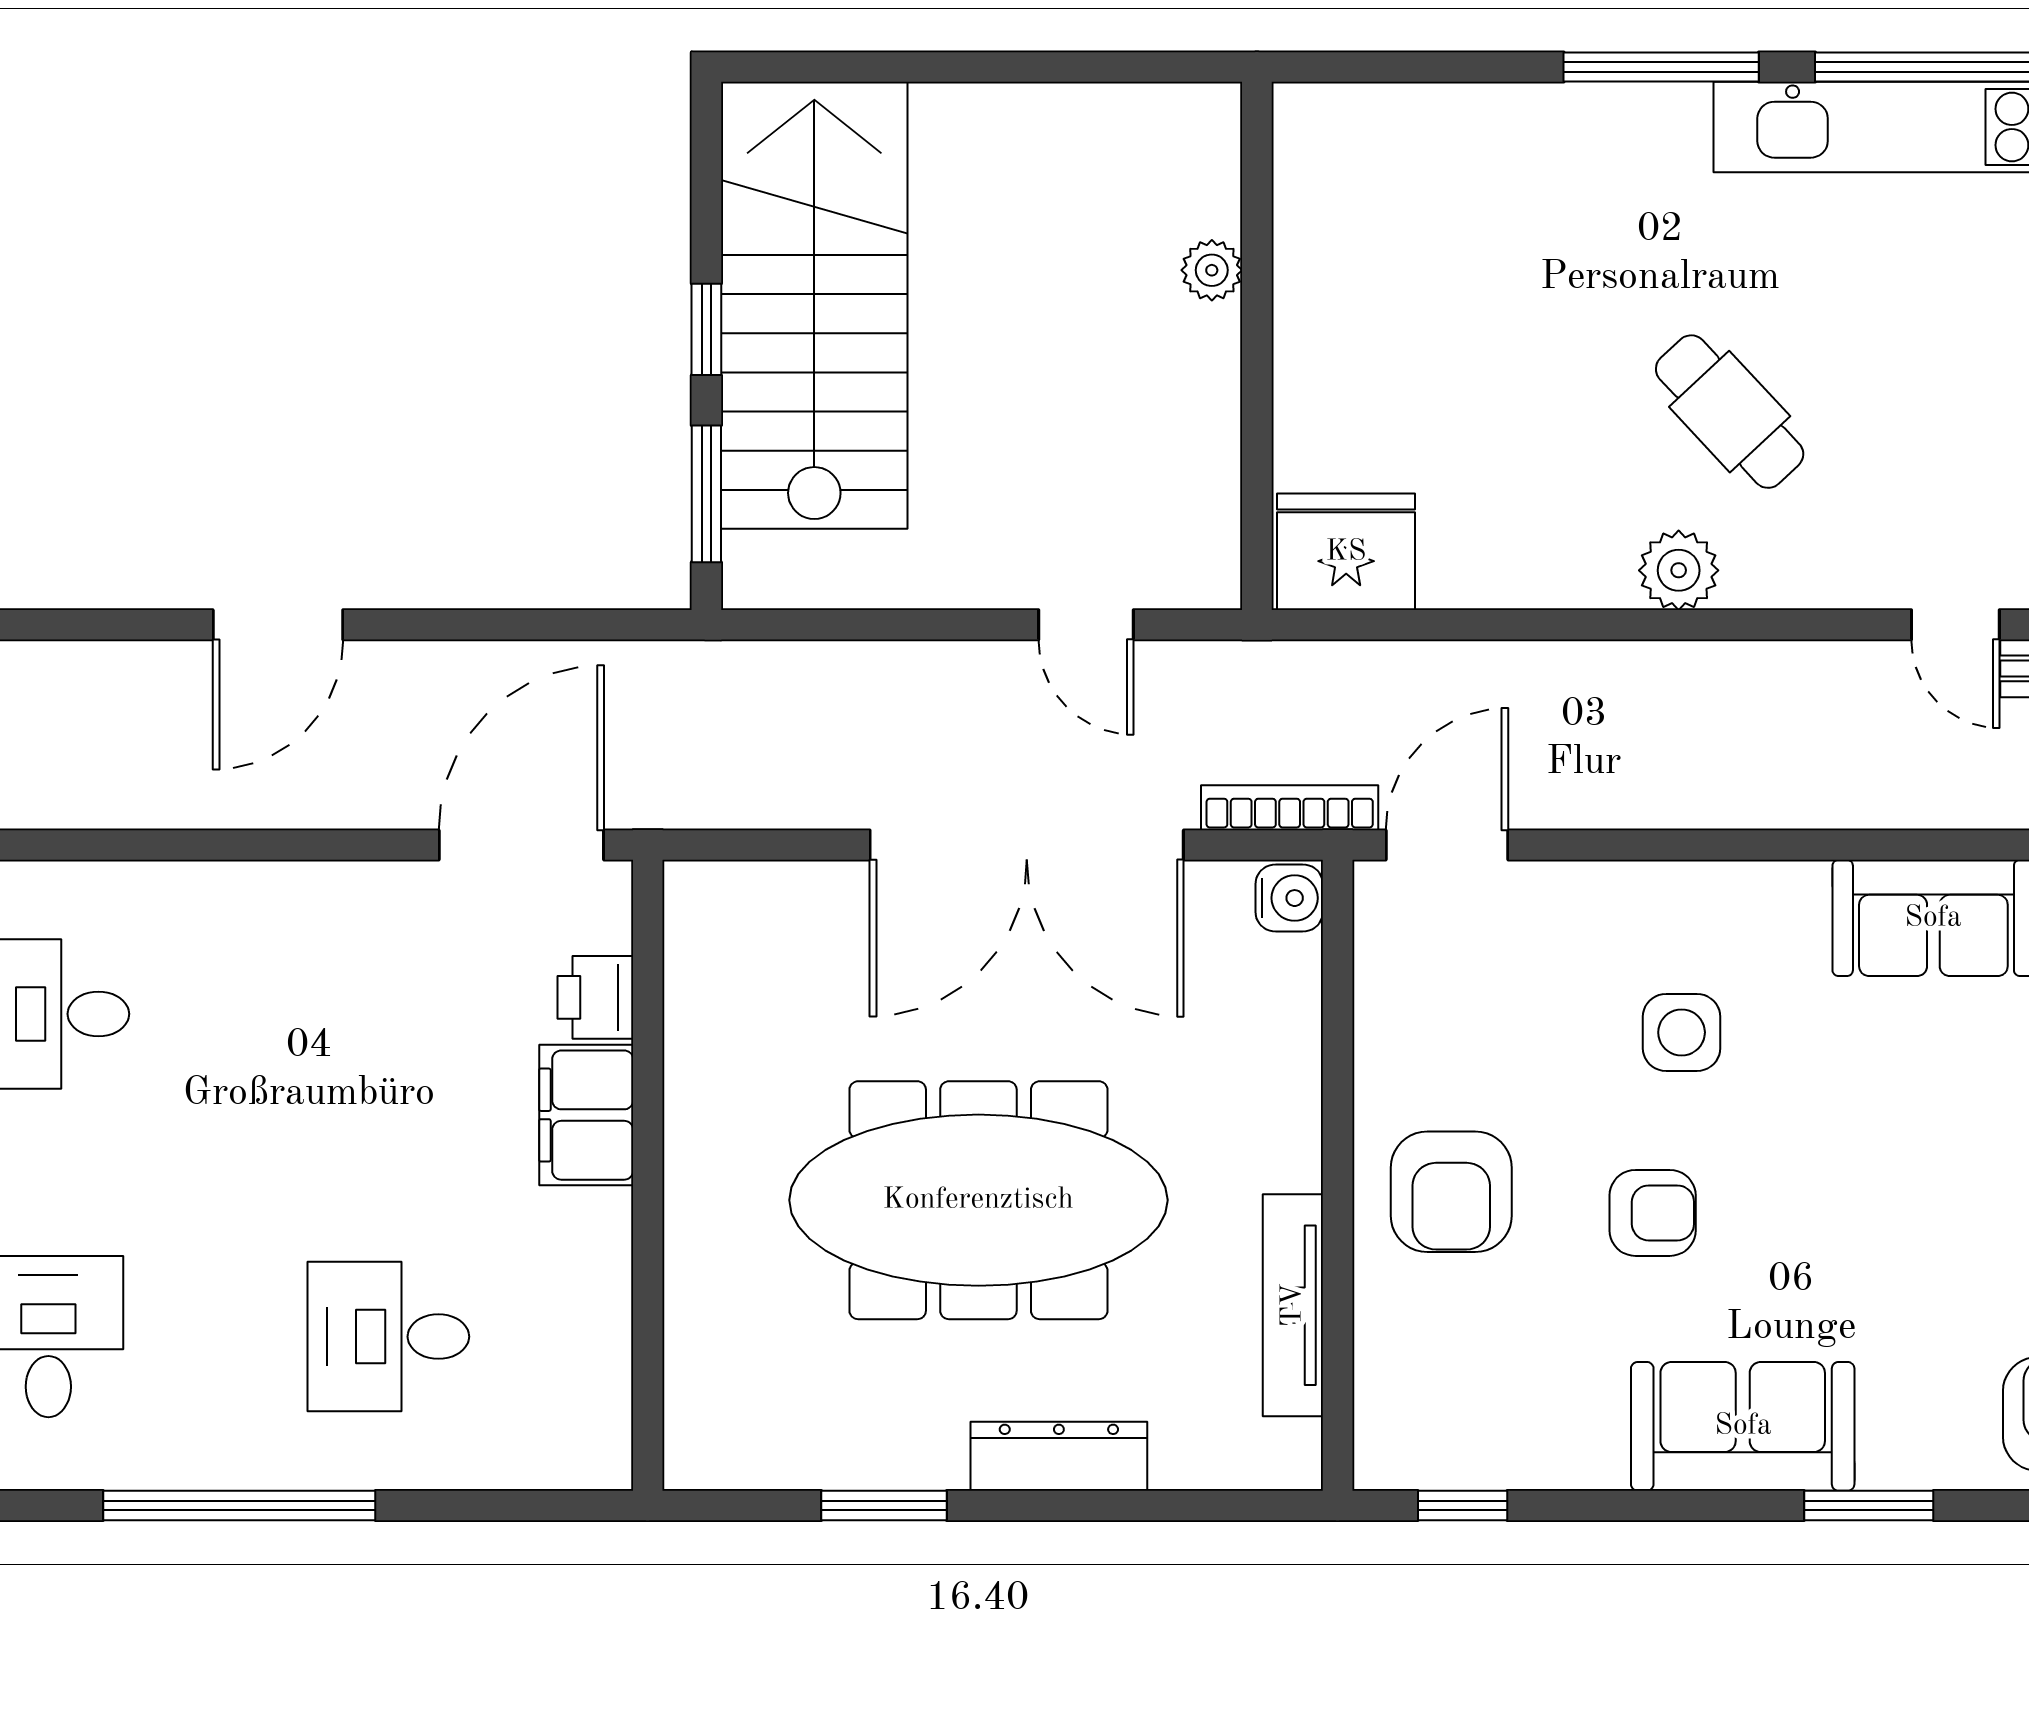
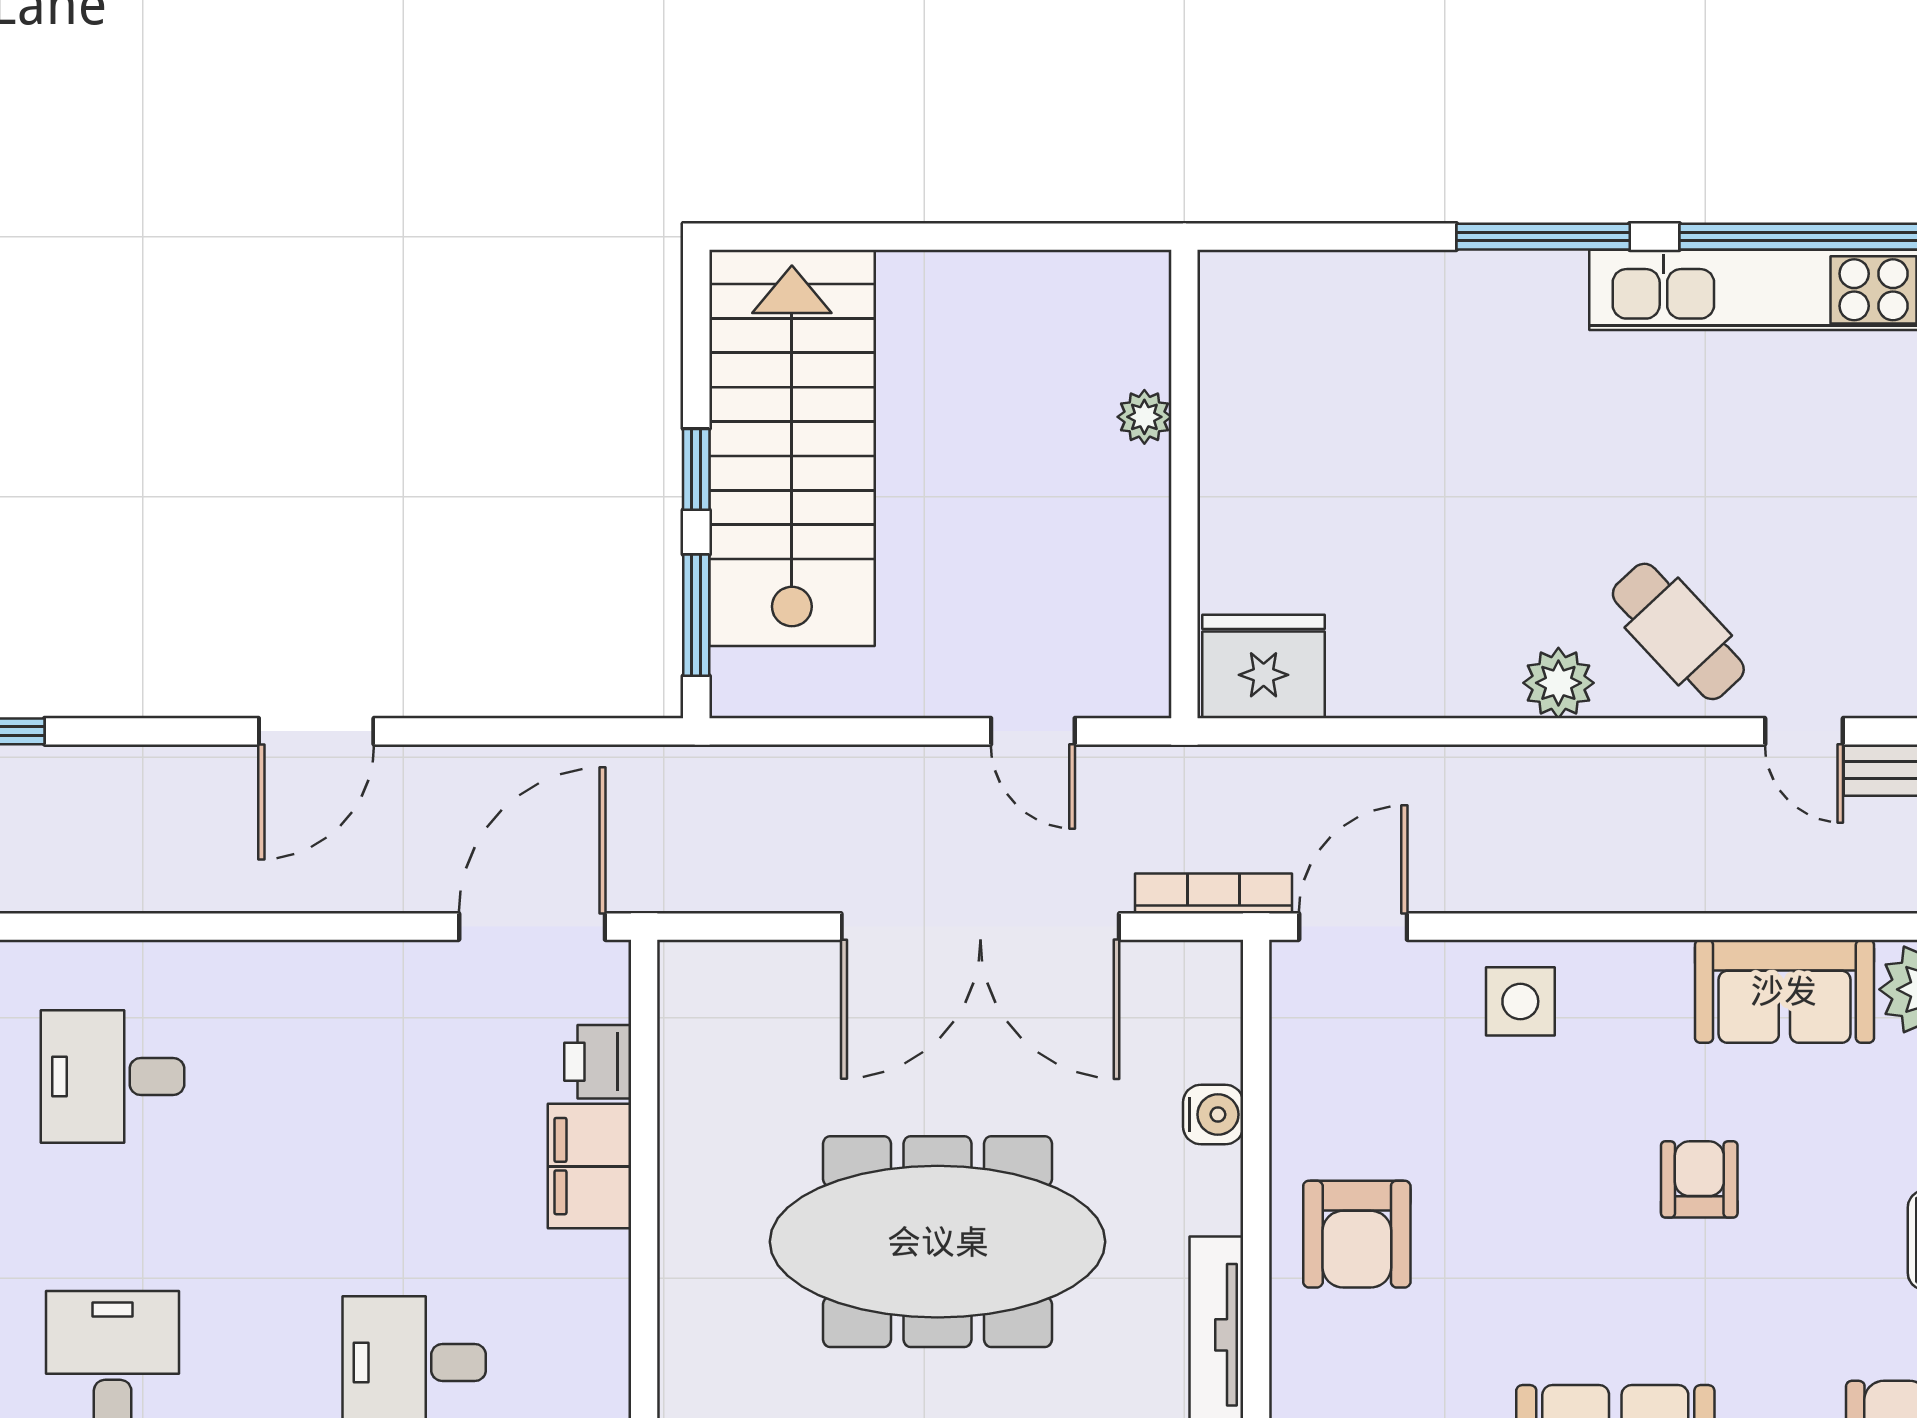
cafe table: (1730, 412) -> (1678, 631), moved
water cooler: (1289, 898) -> (1213, 1114), moved
side table: (1682, 1032) -> (1520, 1001), moved
armchair: (1653, 1213) -> (1699, 1179), moved, turned -90

